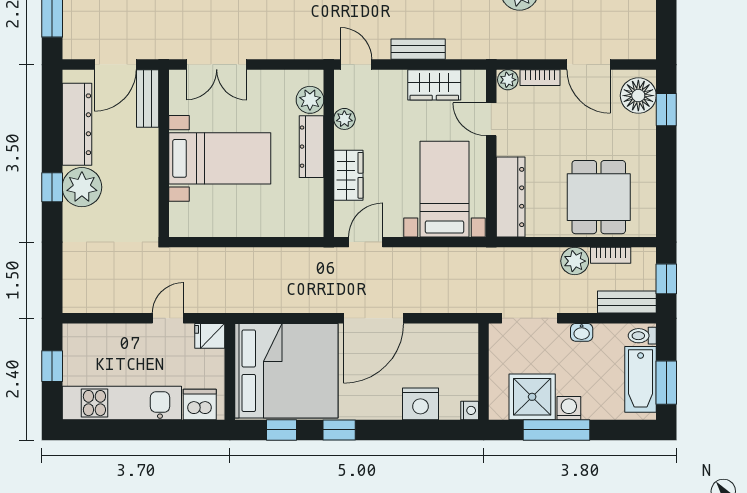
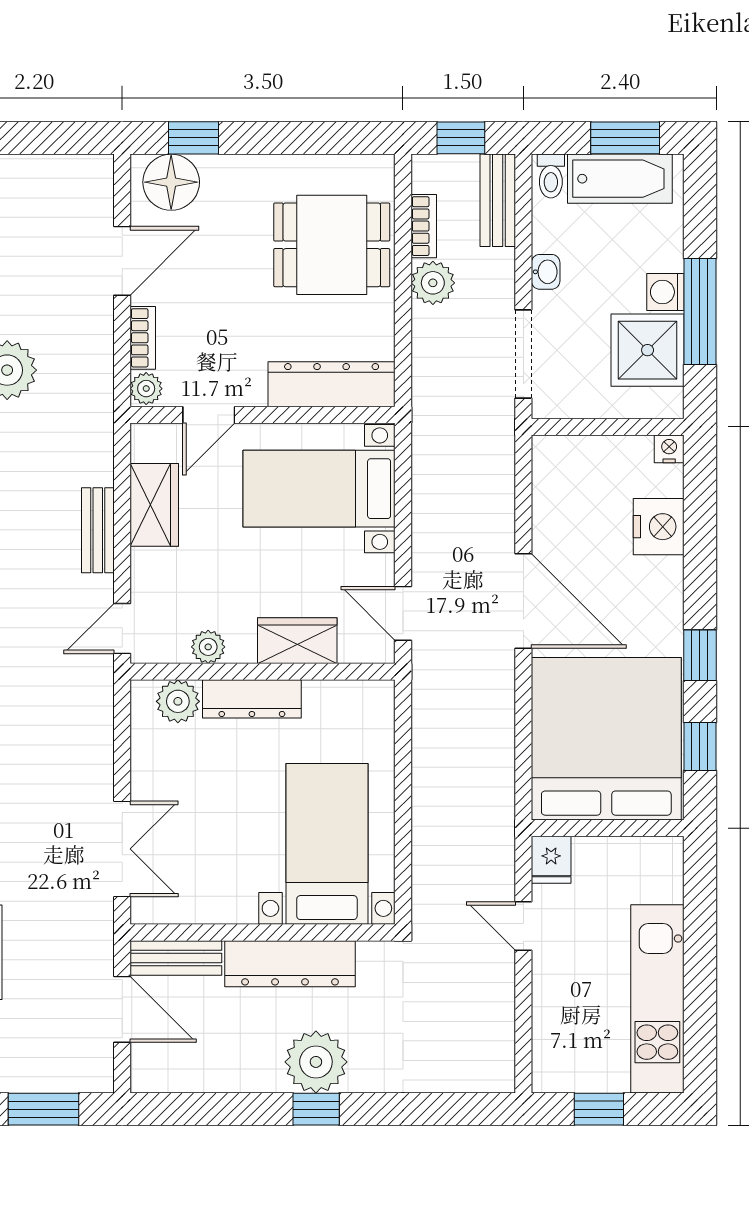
dresser: (77, 124) -> (290, 964), moved, turned 180
bed with nightstands: (220, 158) -> (327, 844), moved
dishwasher: (200, 405) -> (660, 876), removed

